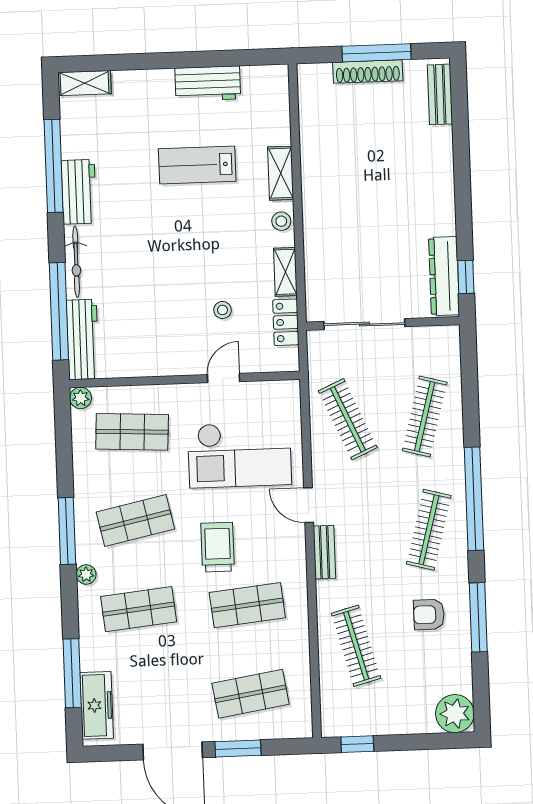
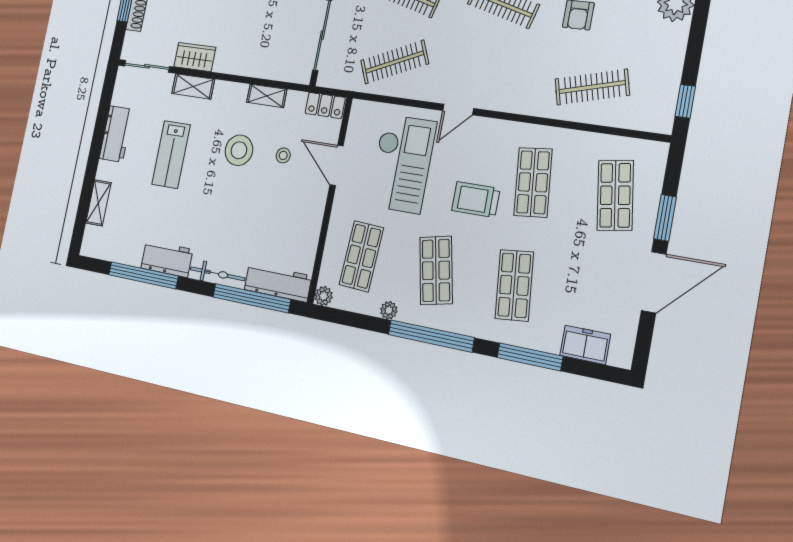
shelving: (84, 83) -> (98, 203), moved
sliding door: (294, 104) -> (147, 66), added
wardrobe: (315, 166) -> (195, 57), added
stool: (281, 221) -> (239, 150), moved, width x1.89, depth x1.89
locker: (286, 322) -> (325, 105), moved
door: (224, 378) -> (337, 165), width x1.38
window: (67, 531) -> (431, 336), width x1.46
bench: (324, 552) -> (502, 102), removed
plant: (86, 574) -> (389, 310), moved
window: (72, 673) -> (530, 357), moved
freezer: (97, 705) -> (585, 345), width x0.71

